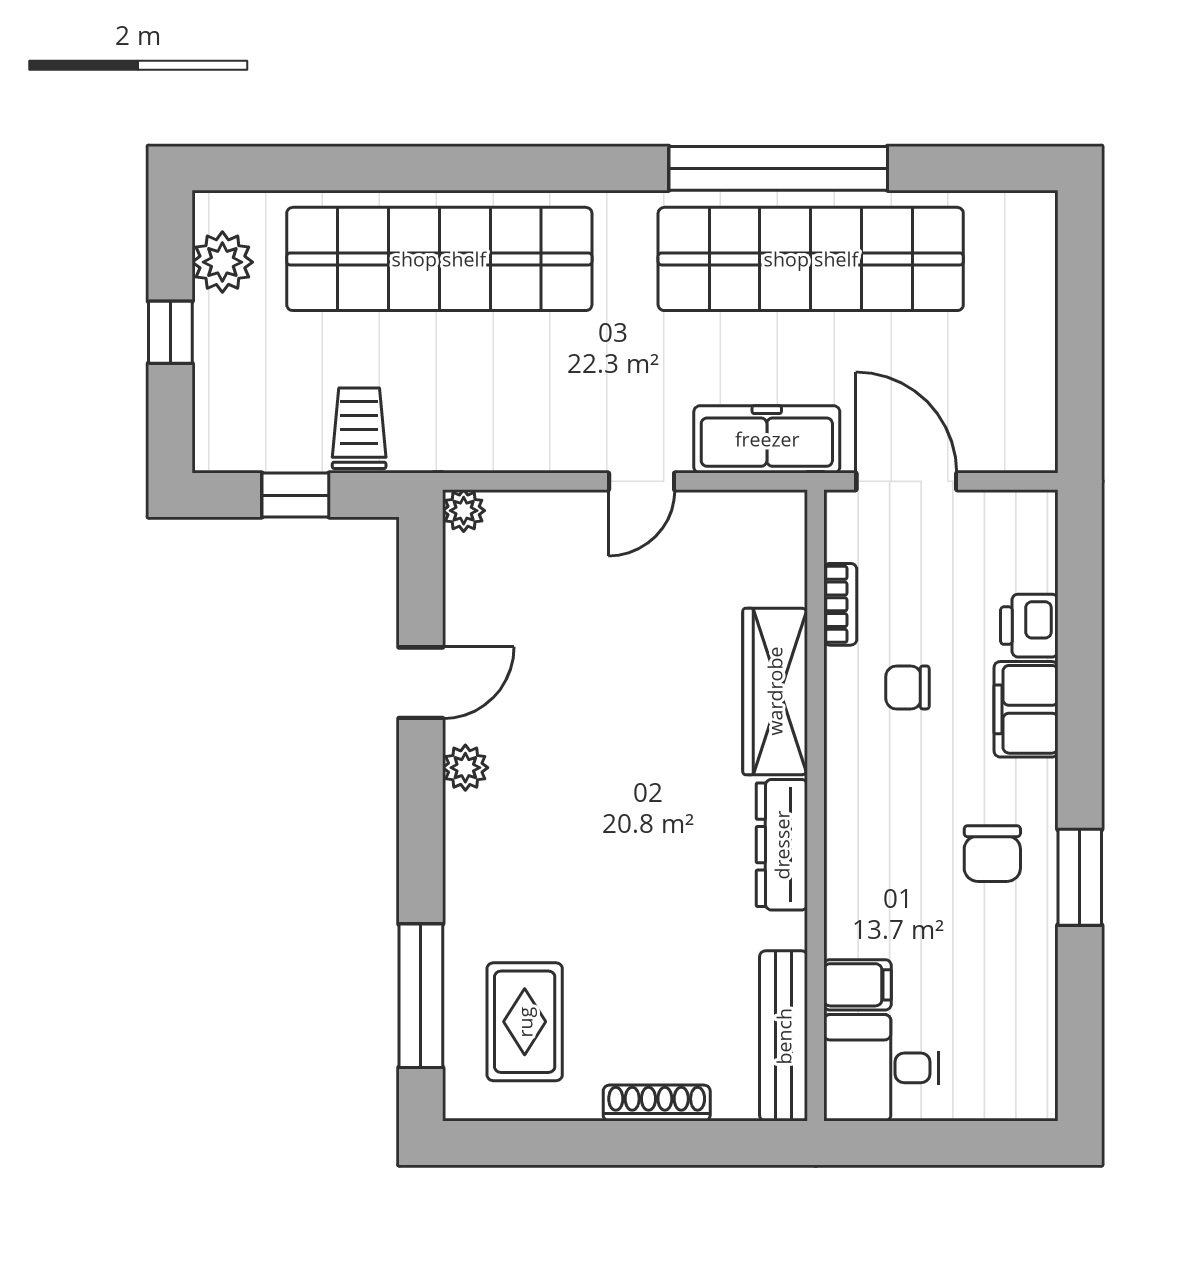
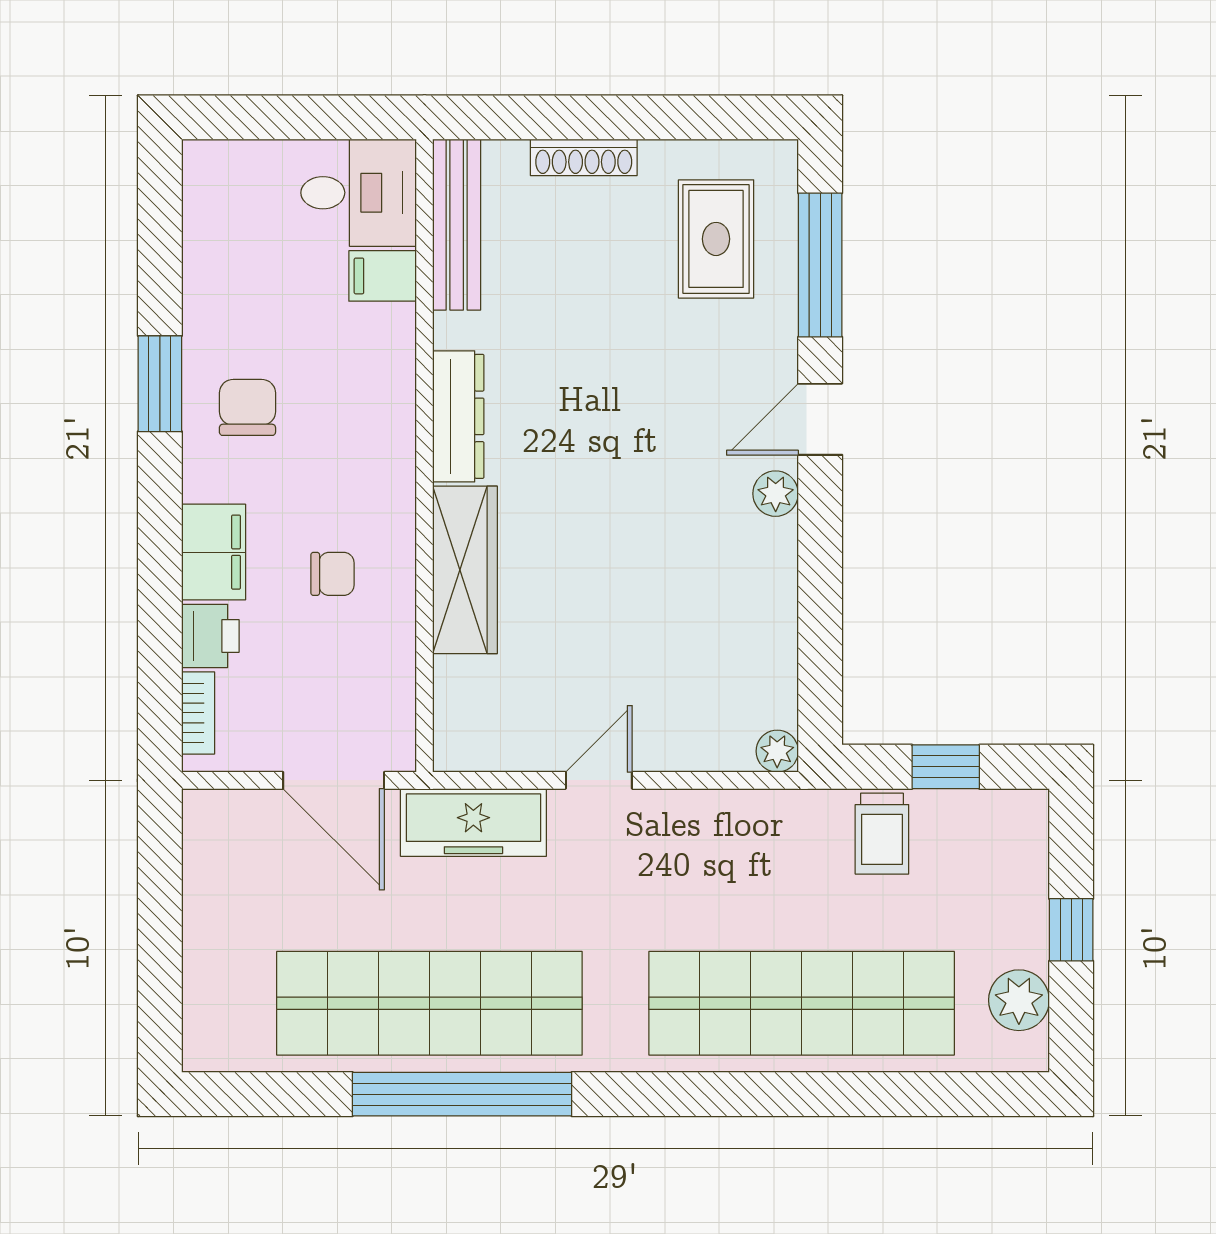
bookcase: (840, 604) -> (198, 713), moved, turned 180
door: (421, 683) -> (820, 419), moved

